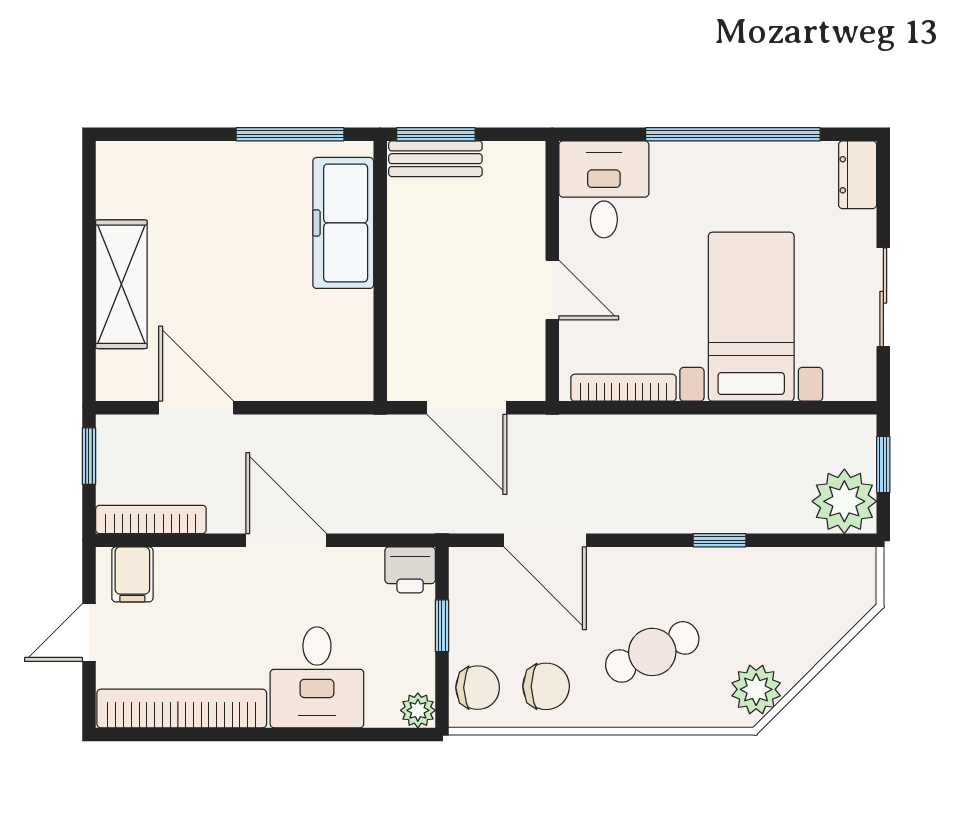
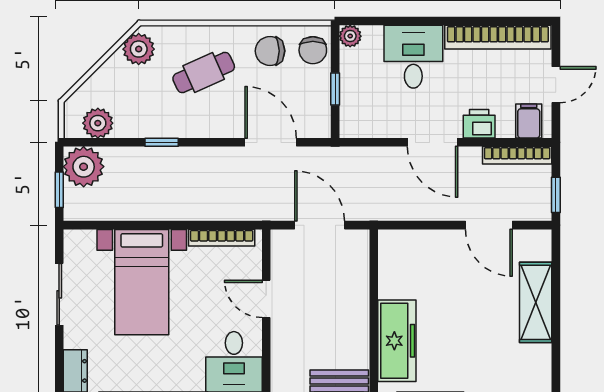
printer: (410, 570) -> (479, 124), moved
plant: (822, 571) -> (98, 123), added
chair: (478, 688) -> (313, 50), turned -90

